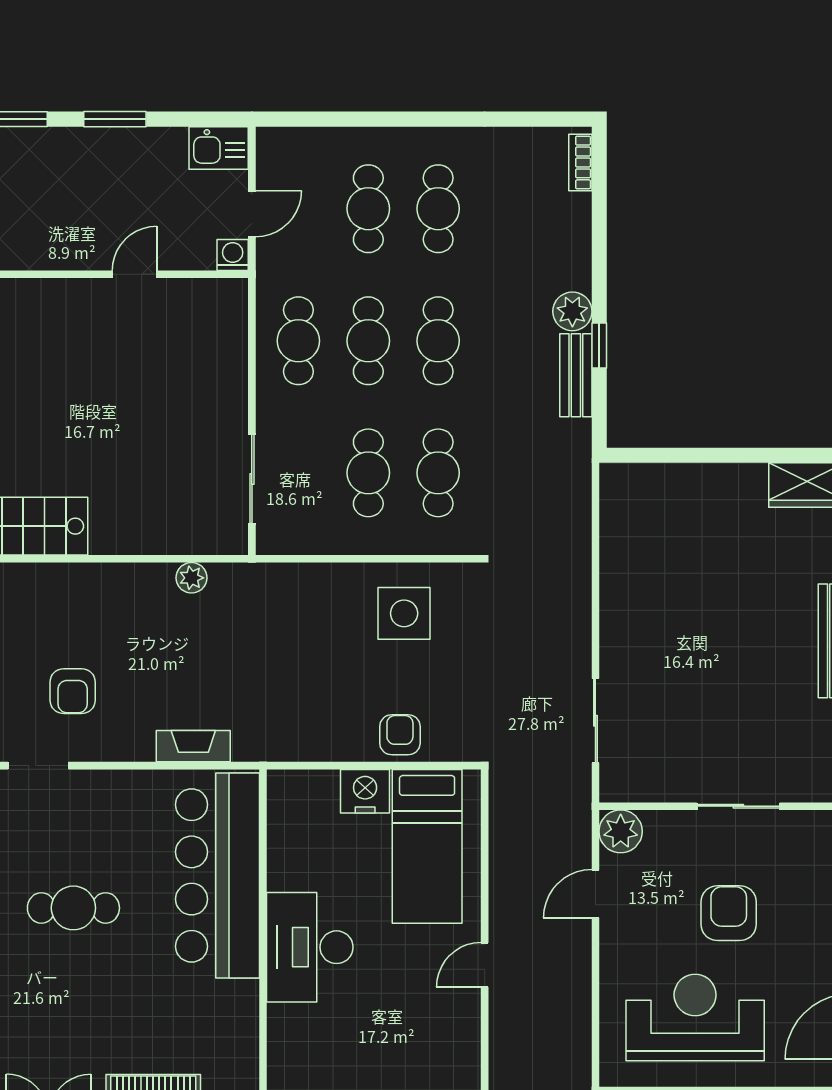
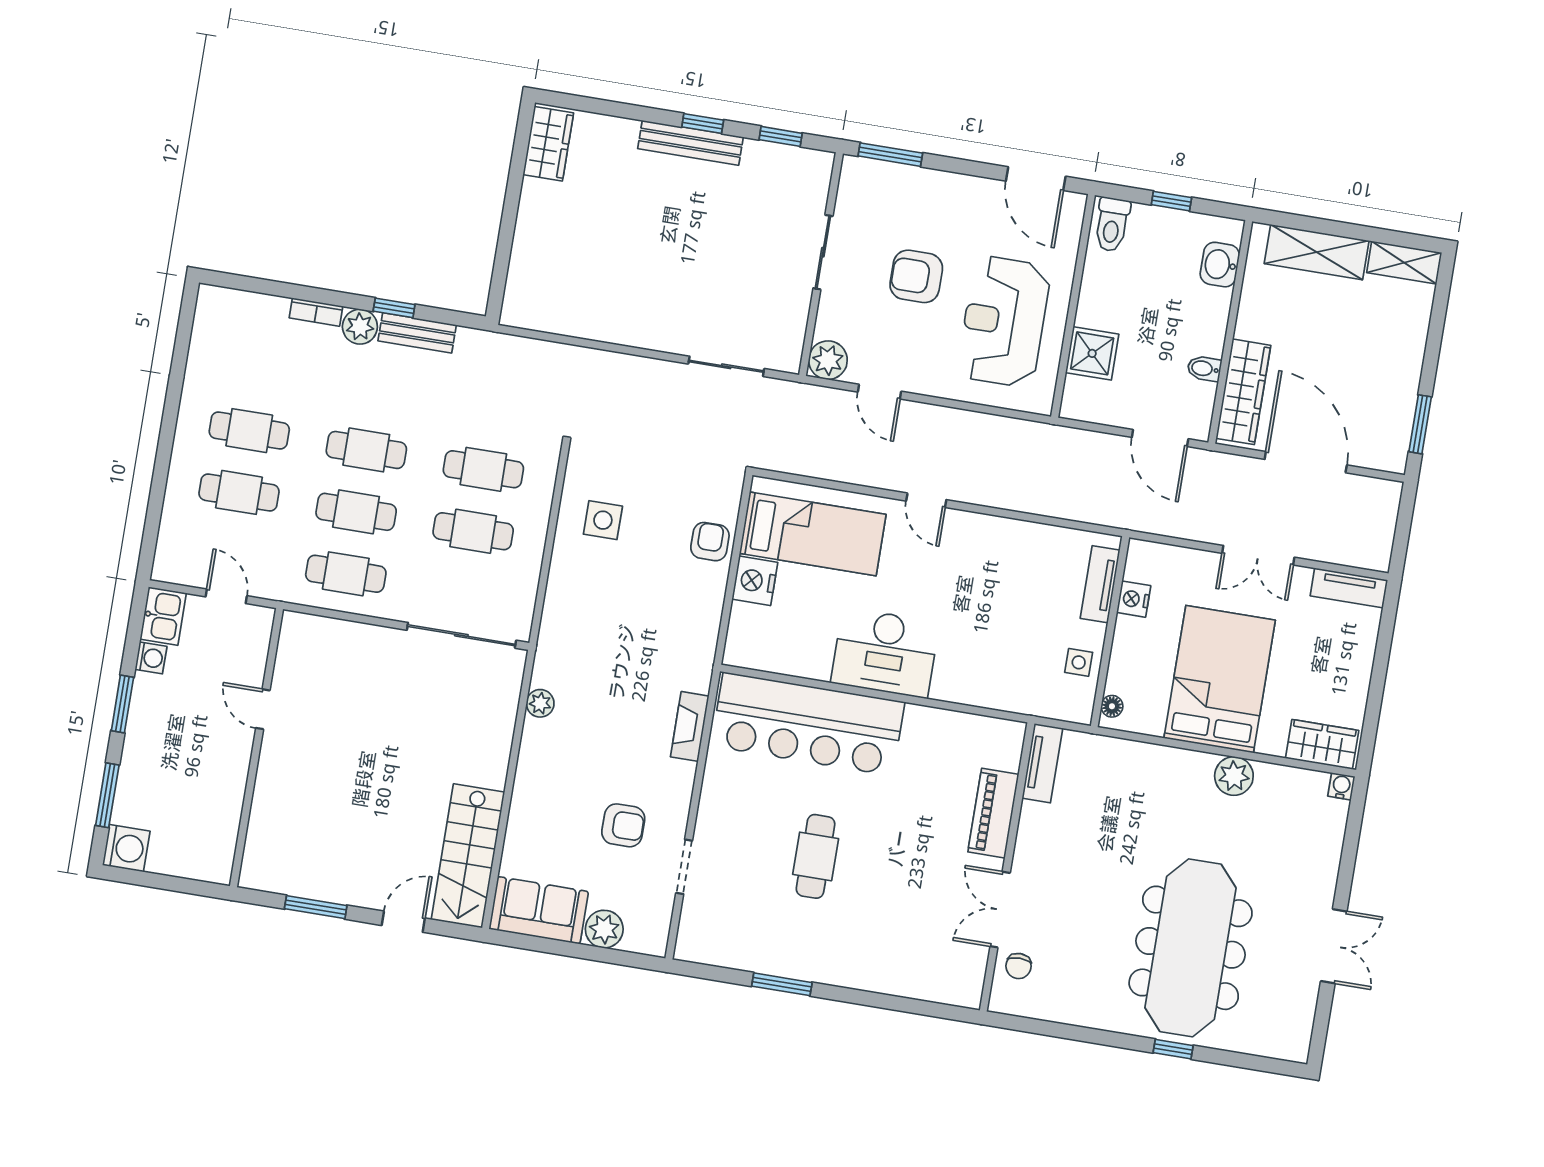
bookcase: (580, 162) -> (316, 312), moved
washing machine: (233, 255) -> (151, 658), moved, turned 180
sliding door: (252, 479) -> (461, 635), width x1.37
side table: (404, 613) -> (603, 520), width x0.73, depth x0.73
armchair: (400, 735) -> (710, 542), turned 90

